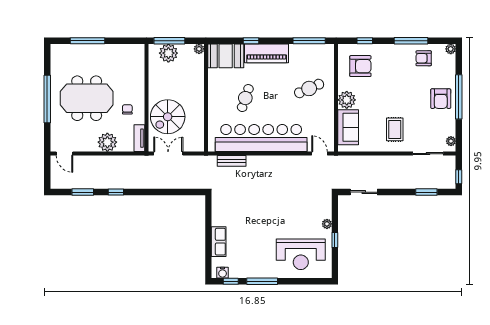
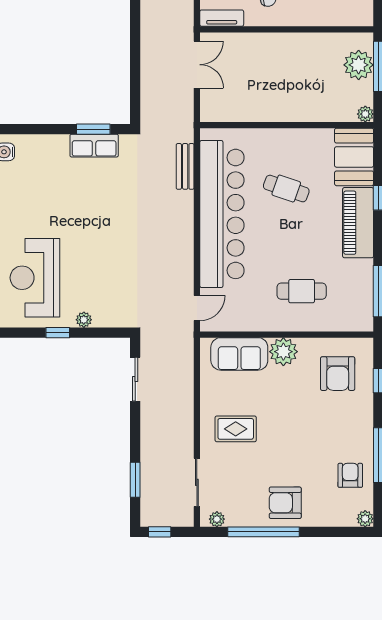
cafe table: (309, 88) -> (302, 291), turned -66
window: (459, 97) -> (263, 532), moved
spiral stairs: (168, 117) -> (256, 64), removed
window: (208, 218) -> (93, 129), added
row of seats: (219, 242) -> (94, 146), moved

